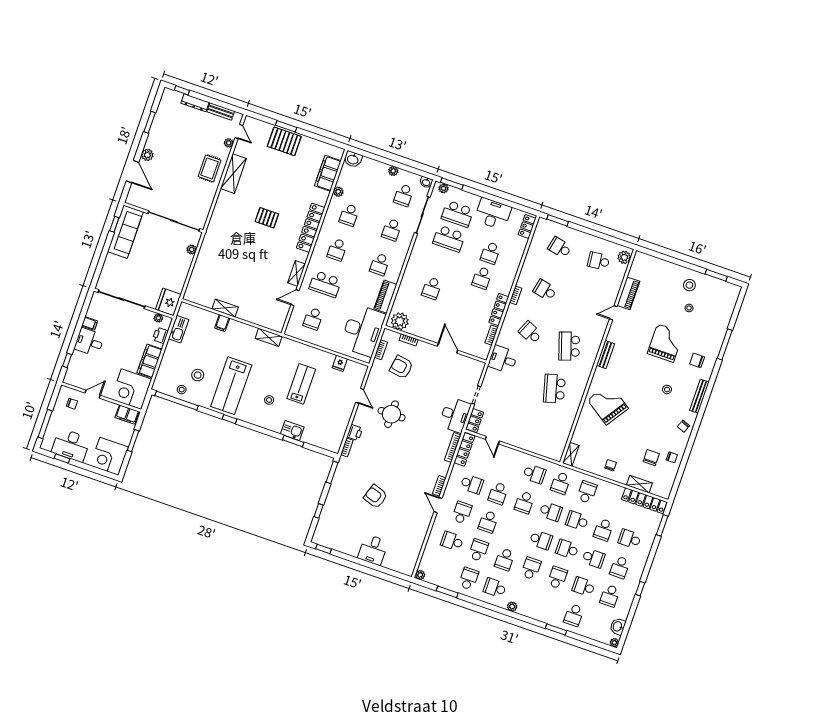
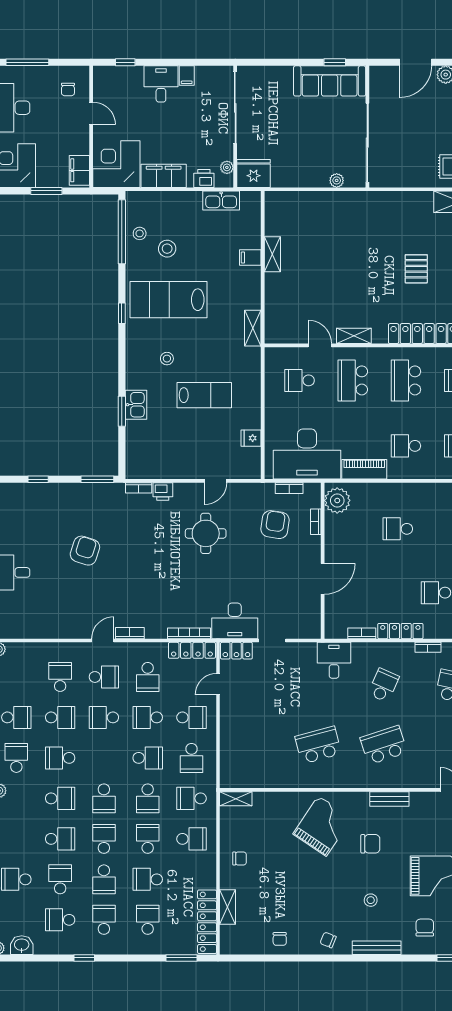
school desk: (337, 250) -> (406, 380), width x1.85
chair: (651, 458) -> (370, 844), moved
school desk: (508, 465) -> (191, 717), added
school desk: (524, 502) -> (148, 758), turned 180
school desk: (620, 567) -> (104, 920), turned 90

